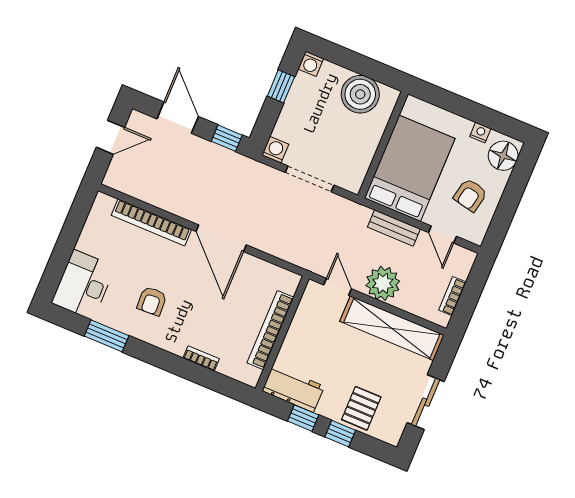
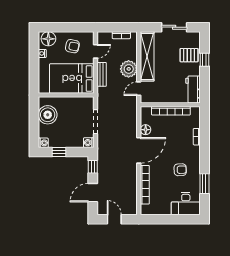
floor lamp: (255, 267) -> (146, 130), added
window: (303, 418) -> (204, 79), removed

